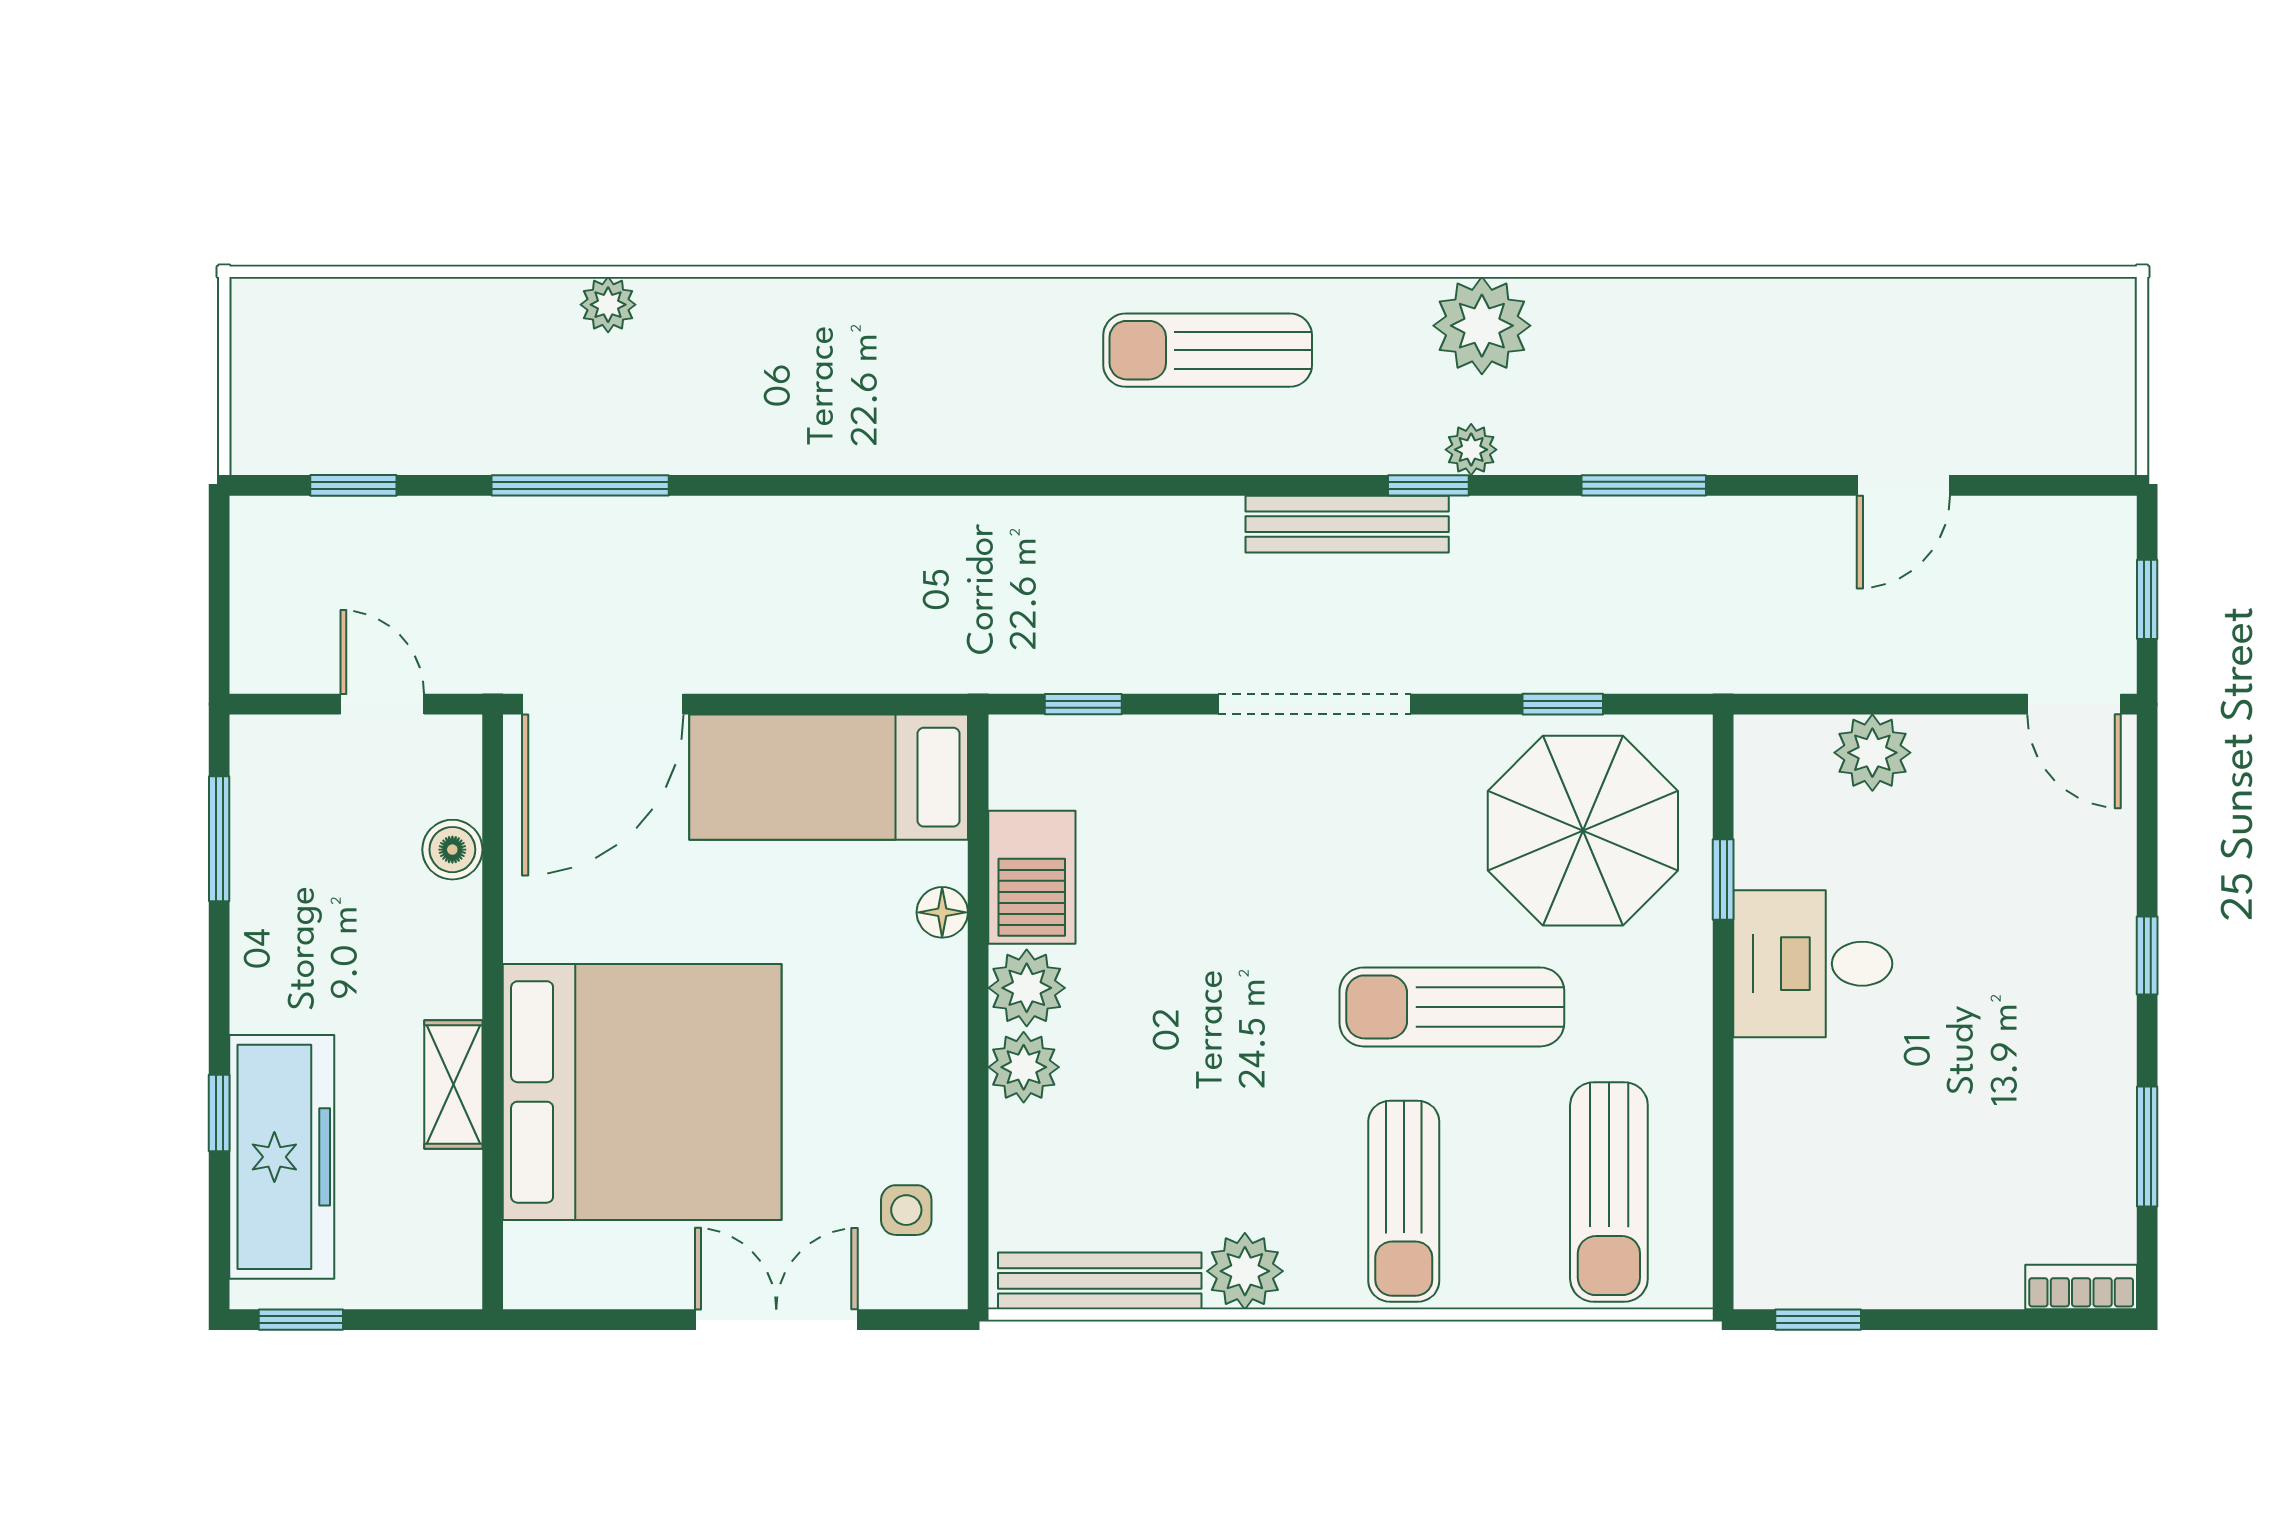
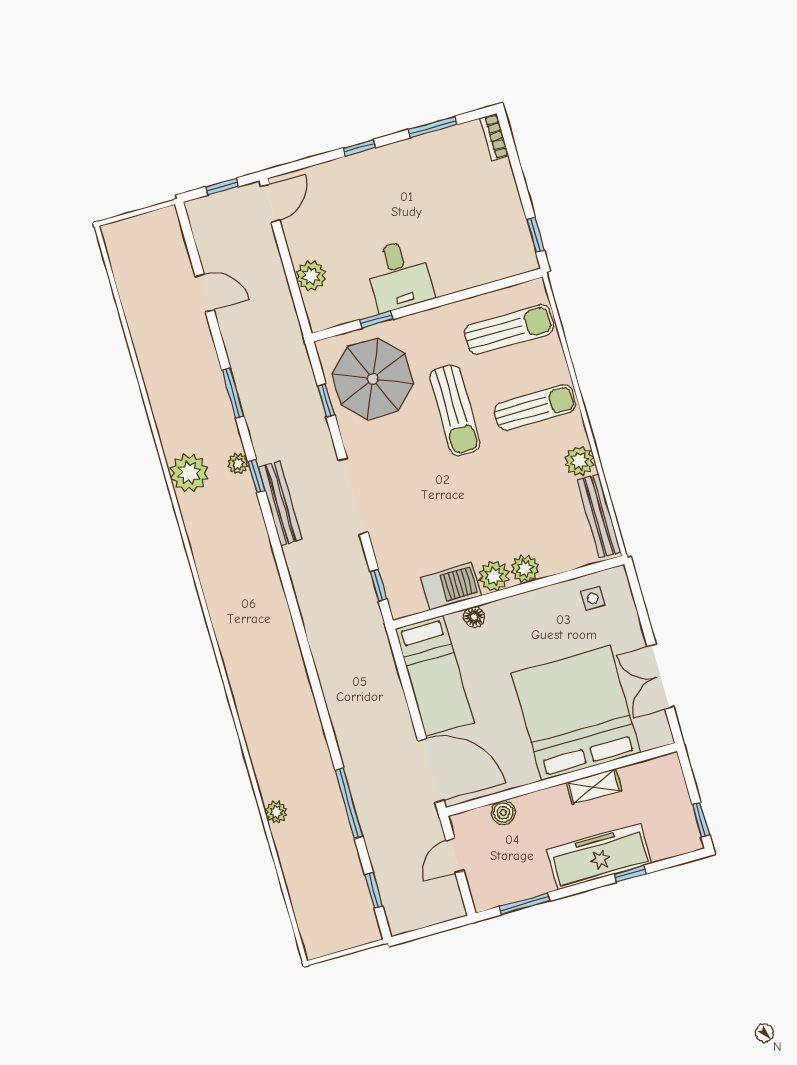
sun lounger: (1208, 350) -> (228, 576), removed
freezer: (282, 1157) -> (599, 856), moved
double door: (776, 1320) -> (660, 677), moved

